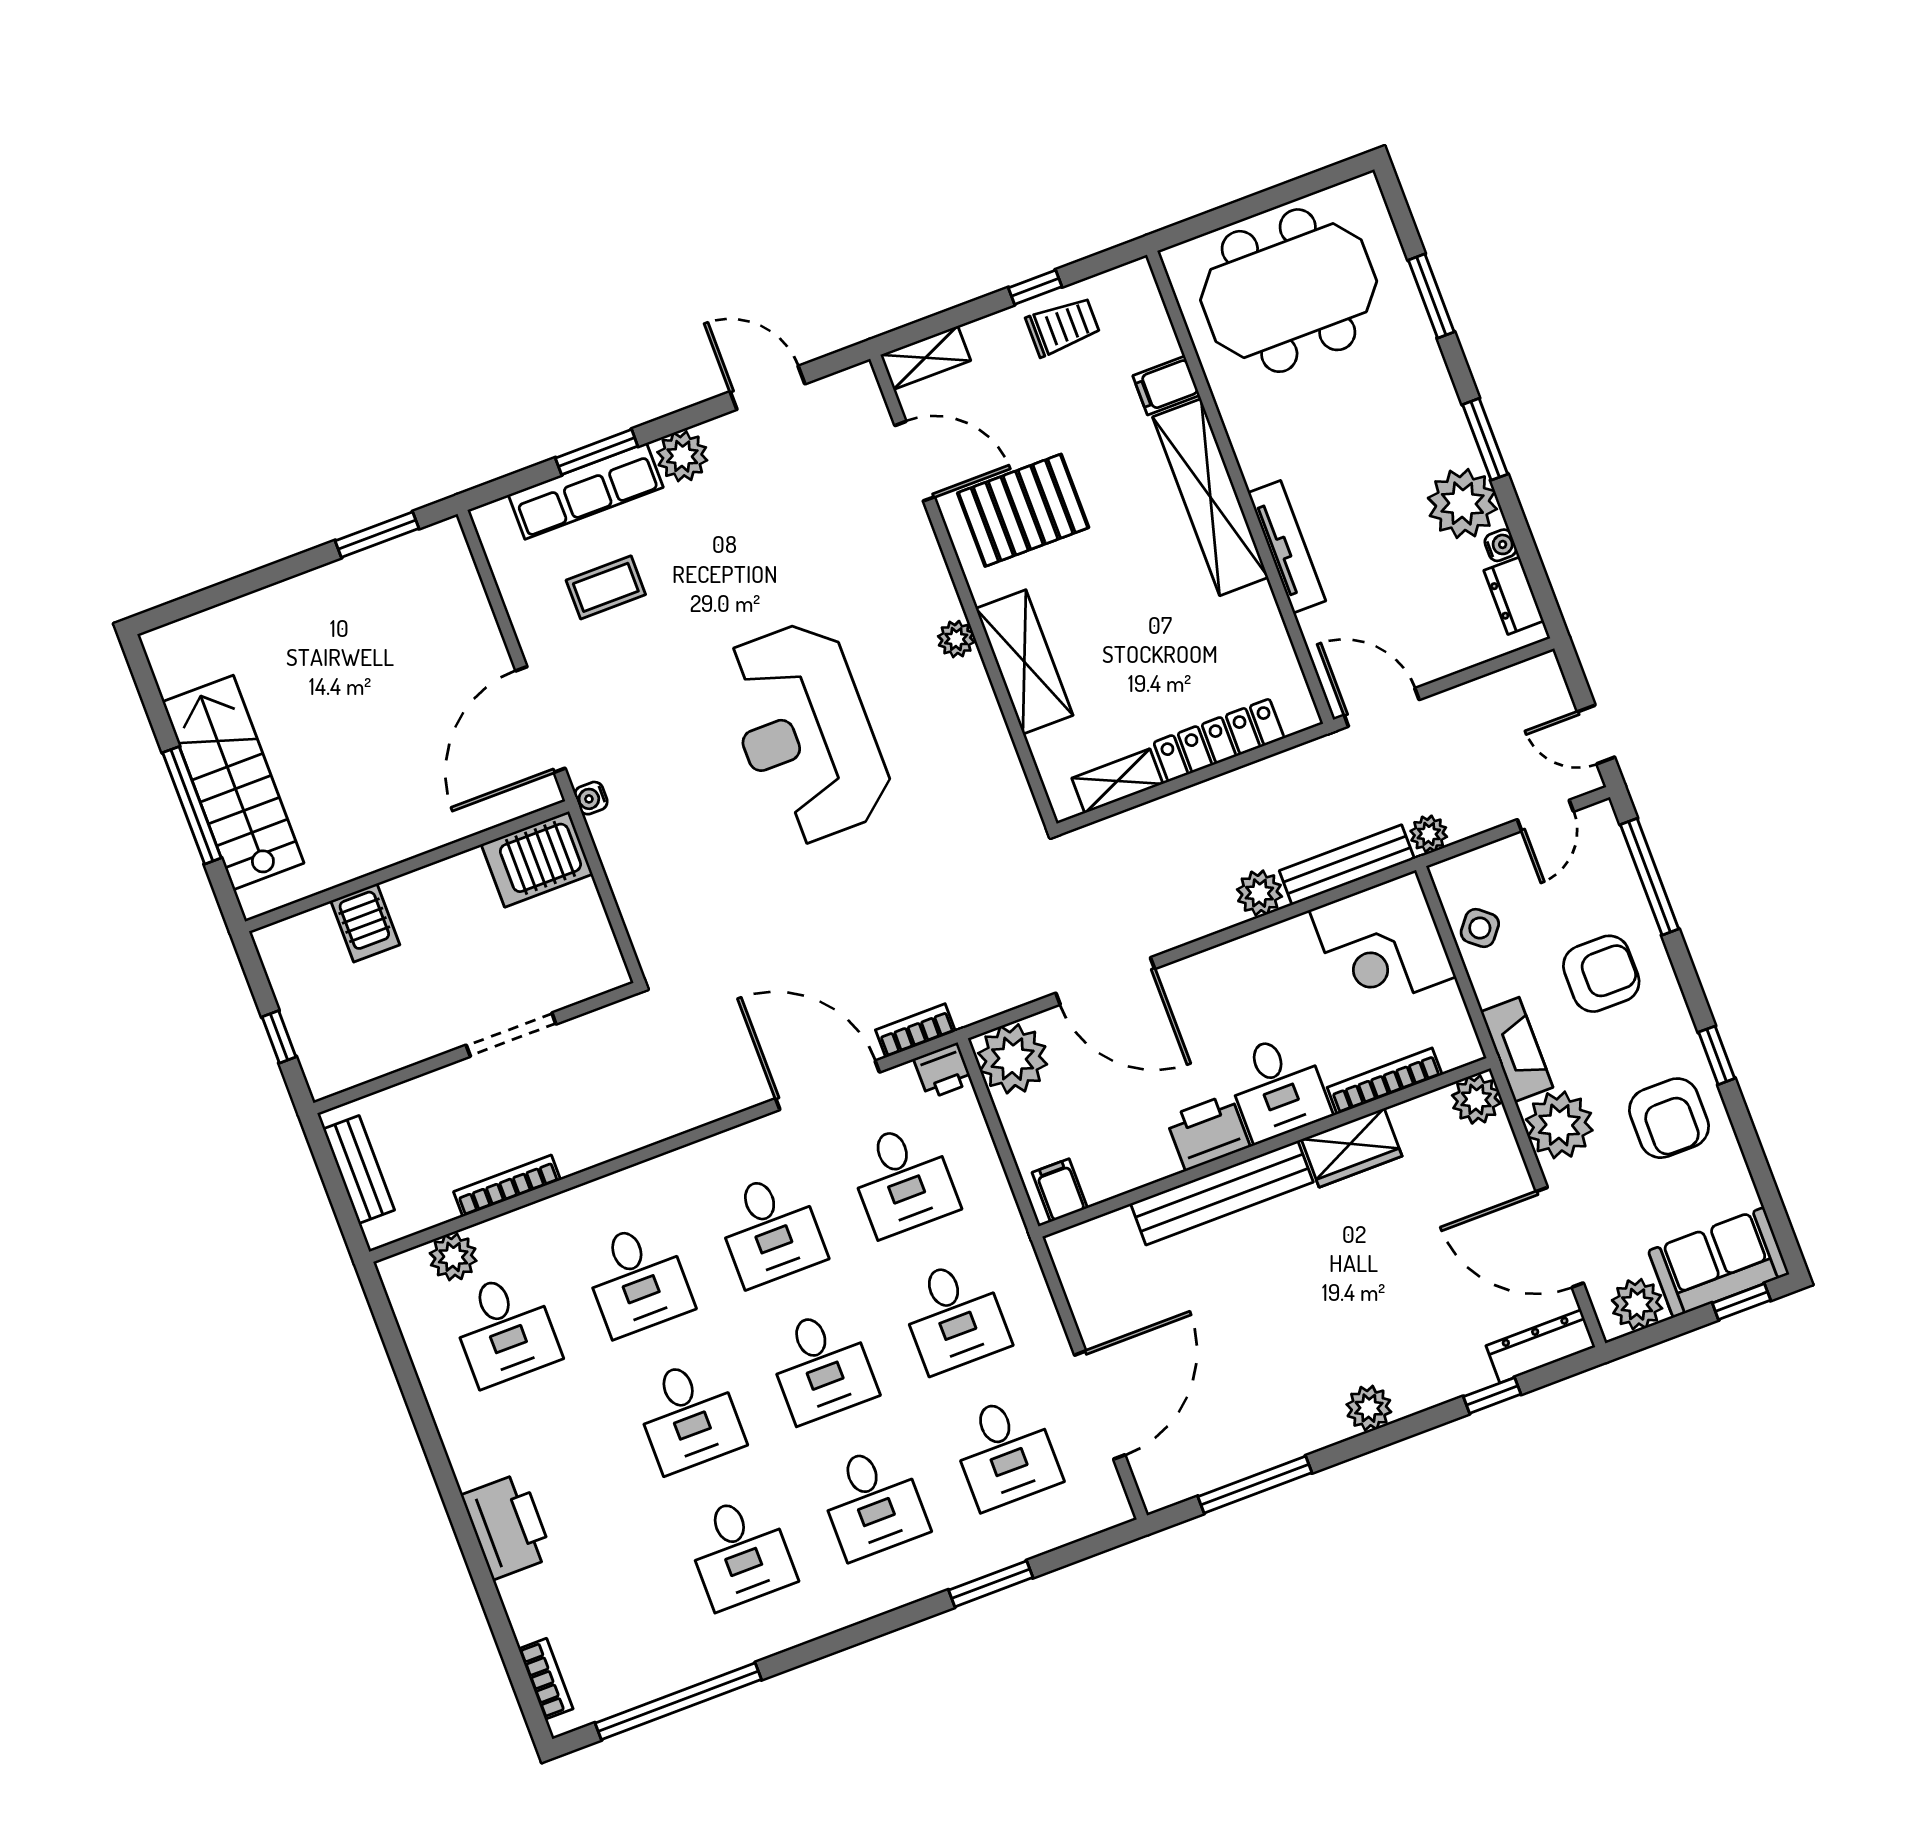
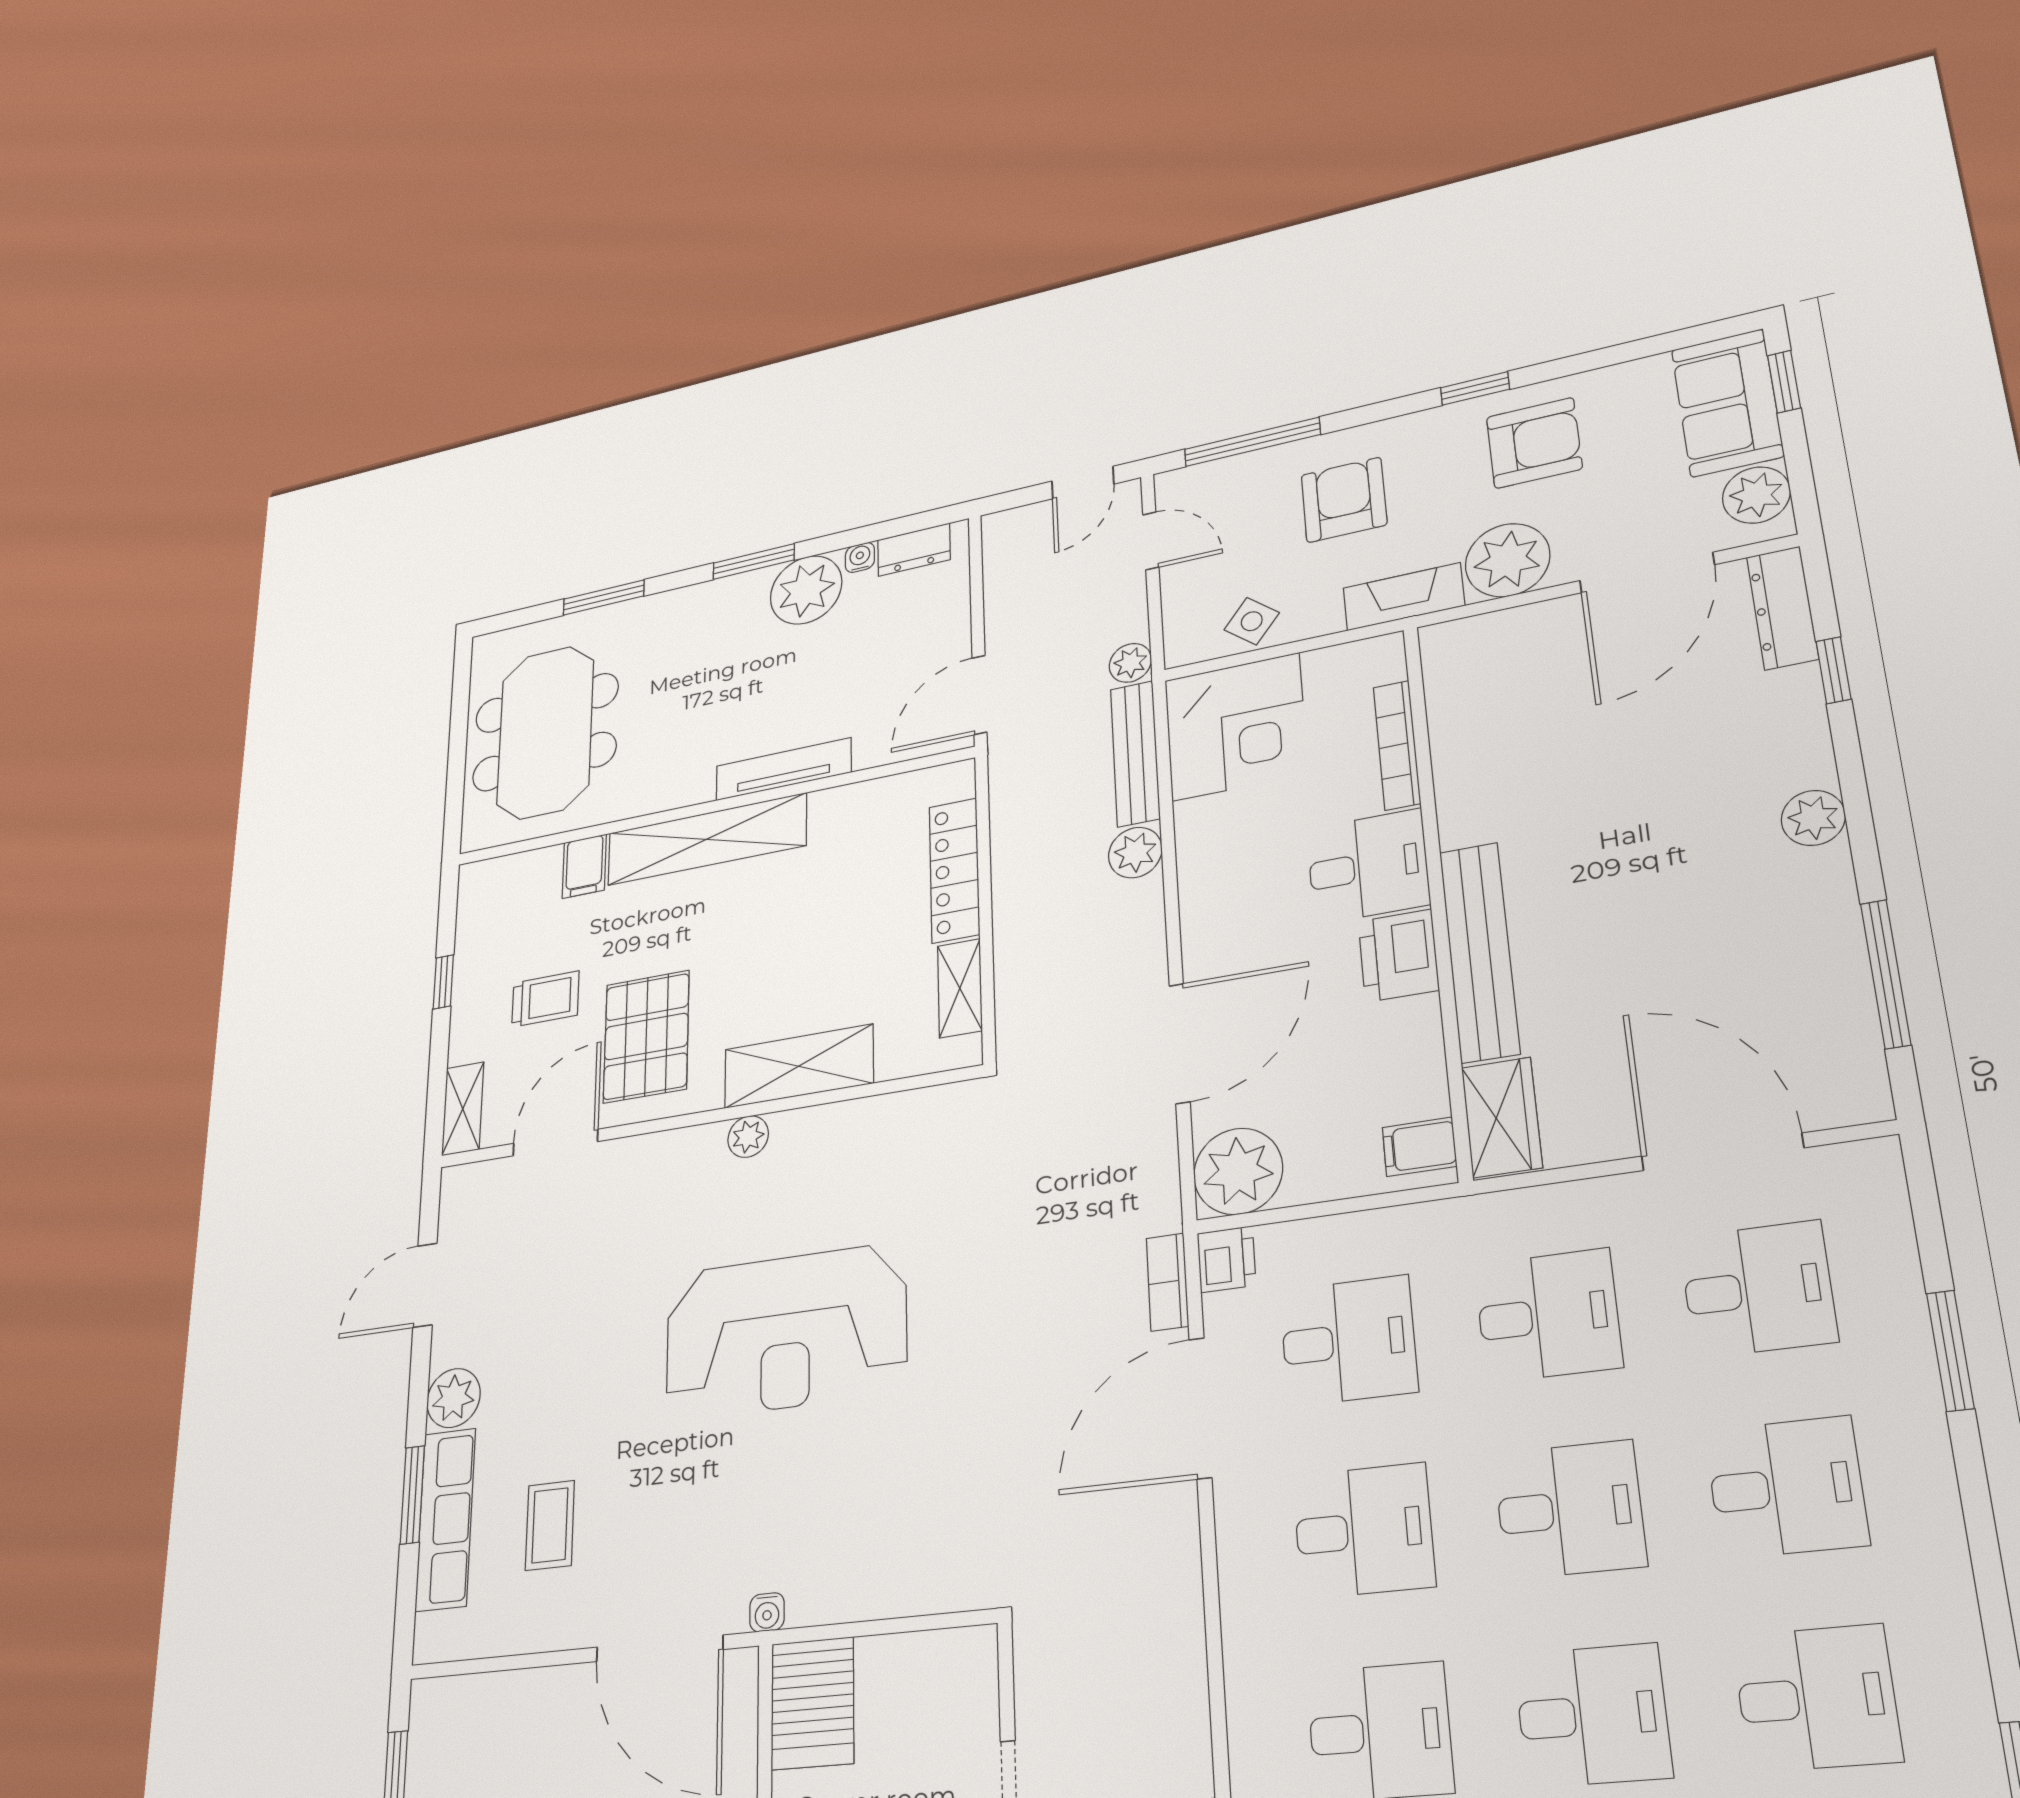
trolley: (1063, 326) -> (545, 999), moved, turned 90
plant: (1476, 1099) -> (1450, 647), removed
wardrobe: (1352, 1148) -> (1502, 1117), moved

